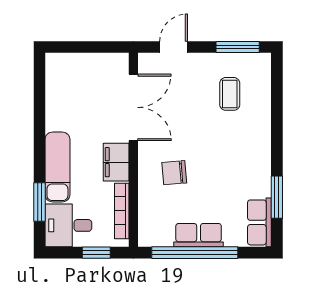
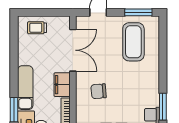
trolley: (76, 71) -> (37, 28), added
coffee table: (230, 94) -> (133, 42), width x1.86, depth x1.72

